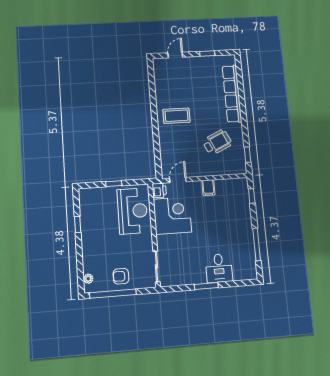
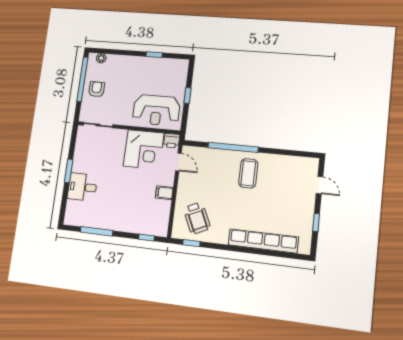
window: (156, 133) -> (233, 147), added
wheelchair: (217, 142) -> (197, 218), moved

